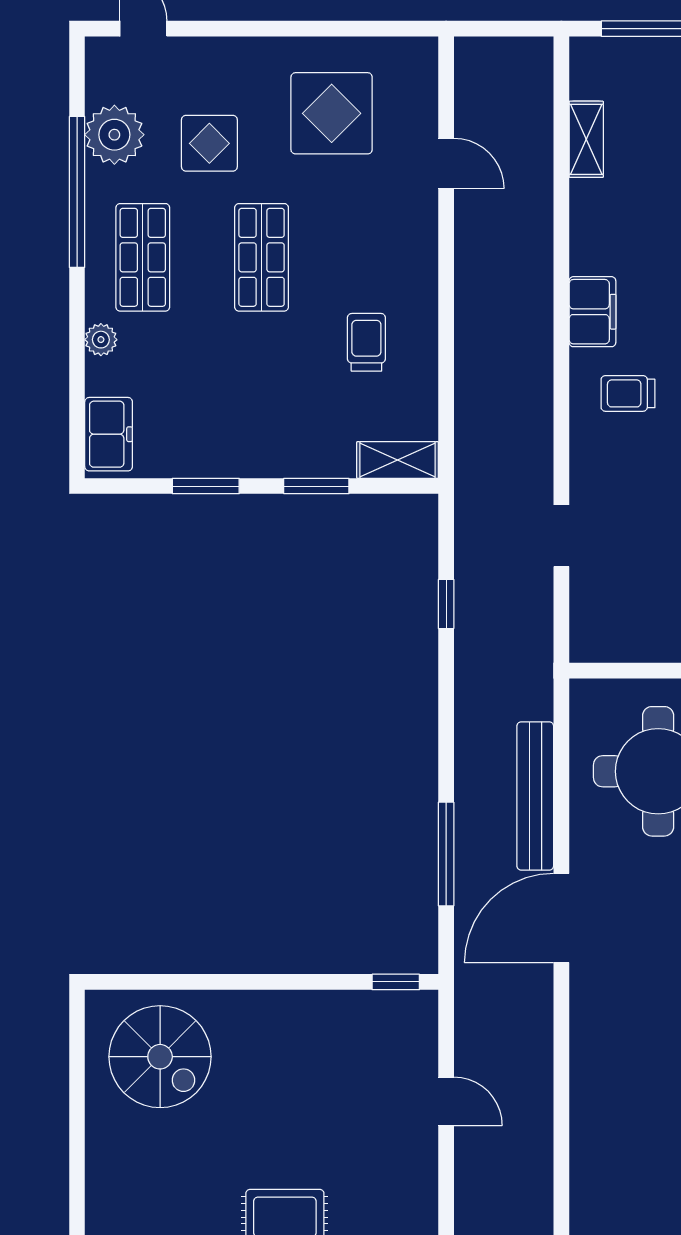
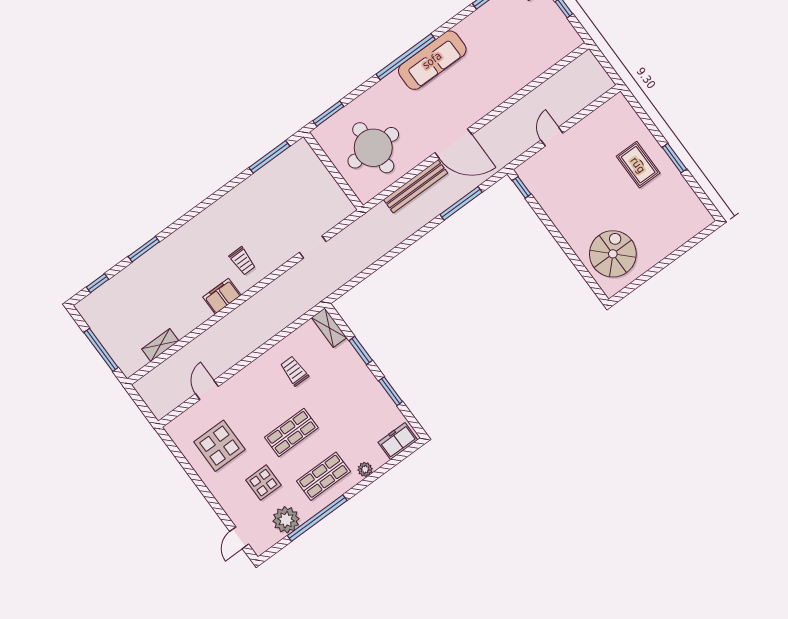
trolley: (366, 342) -> (294, 371), turned 90
window: (446, 604) -> (369, 271), removed

